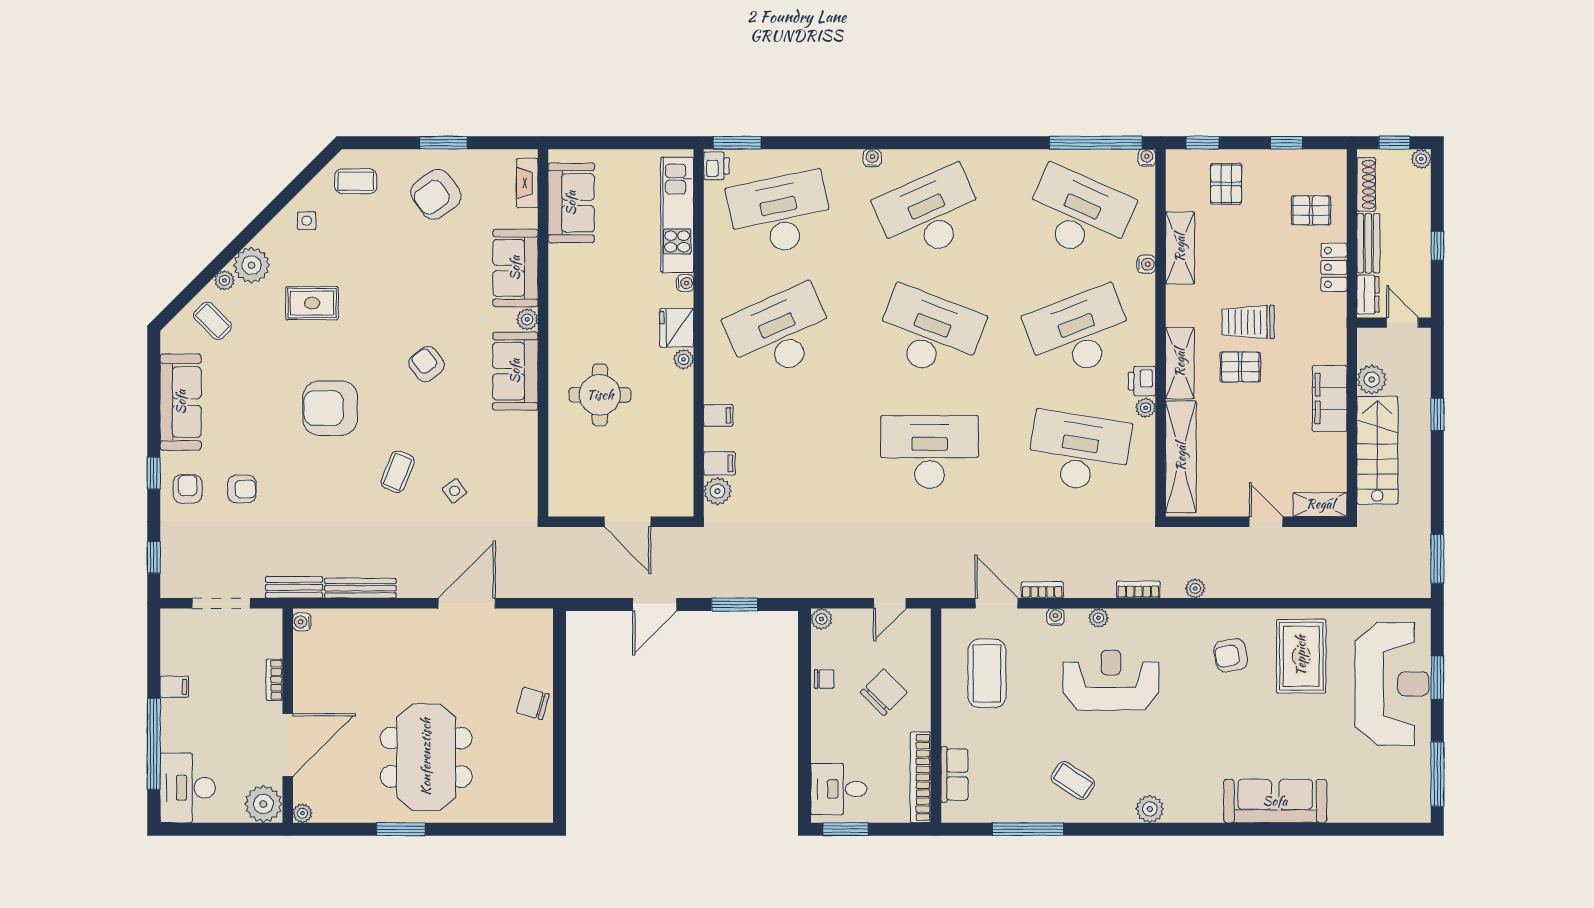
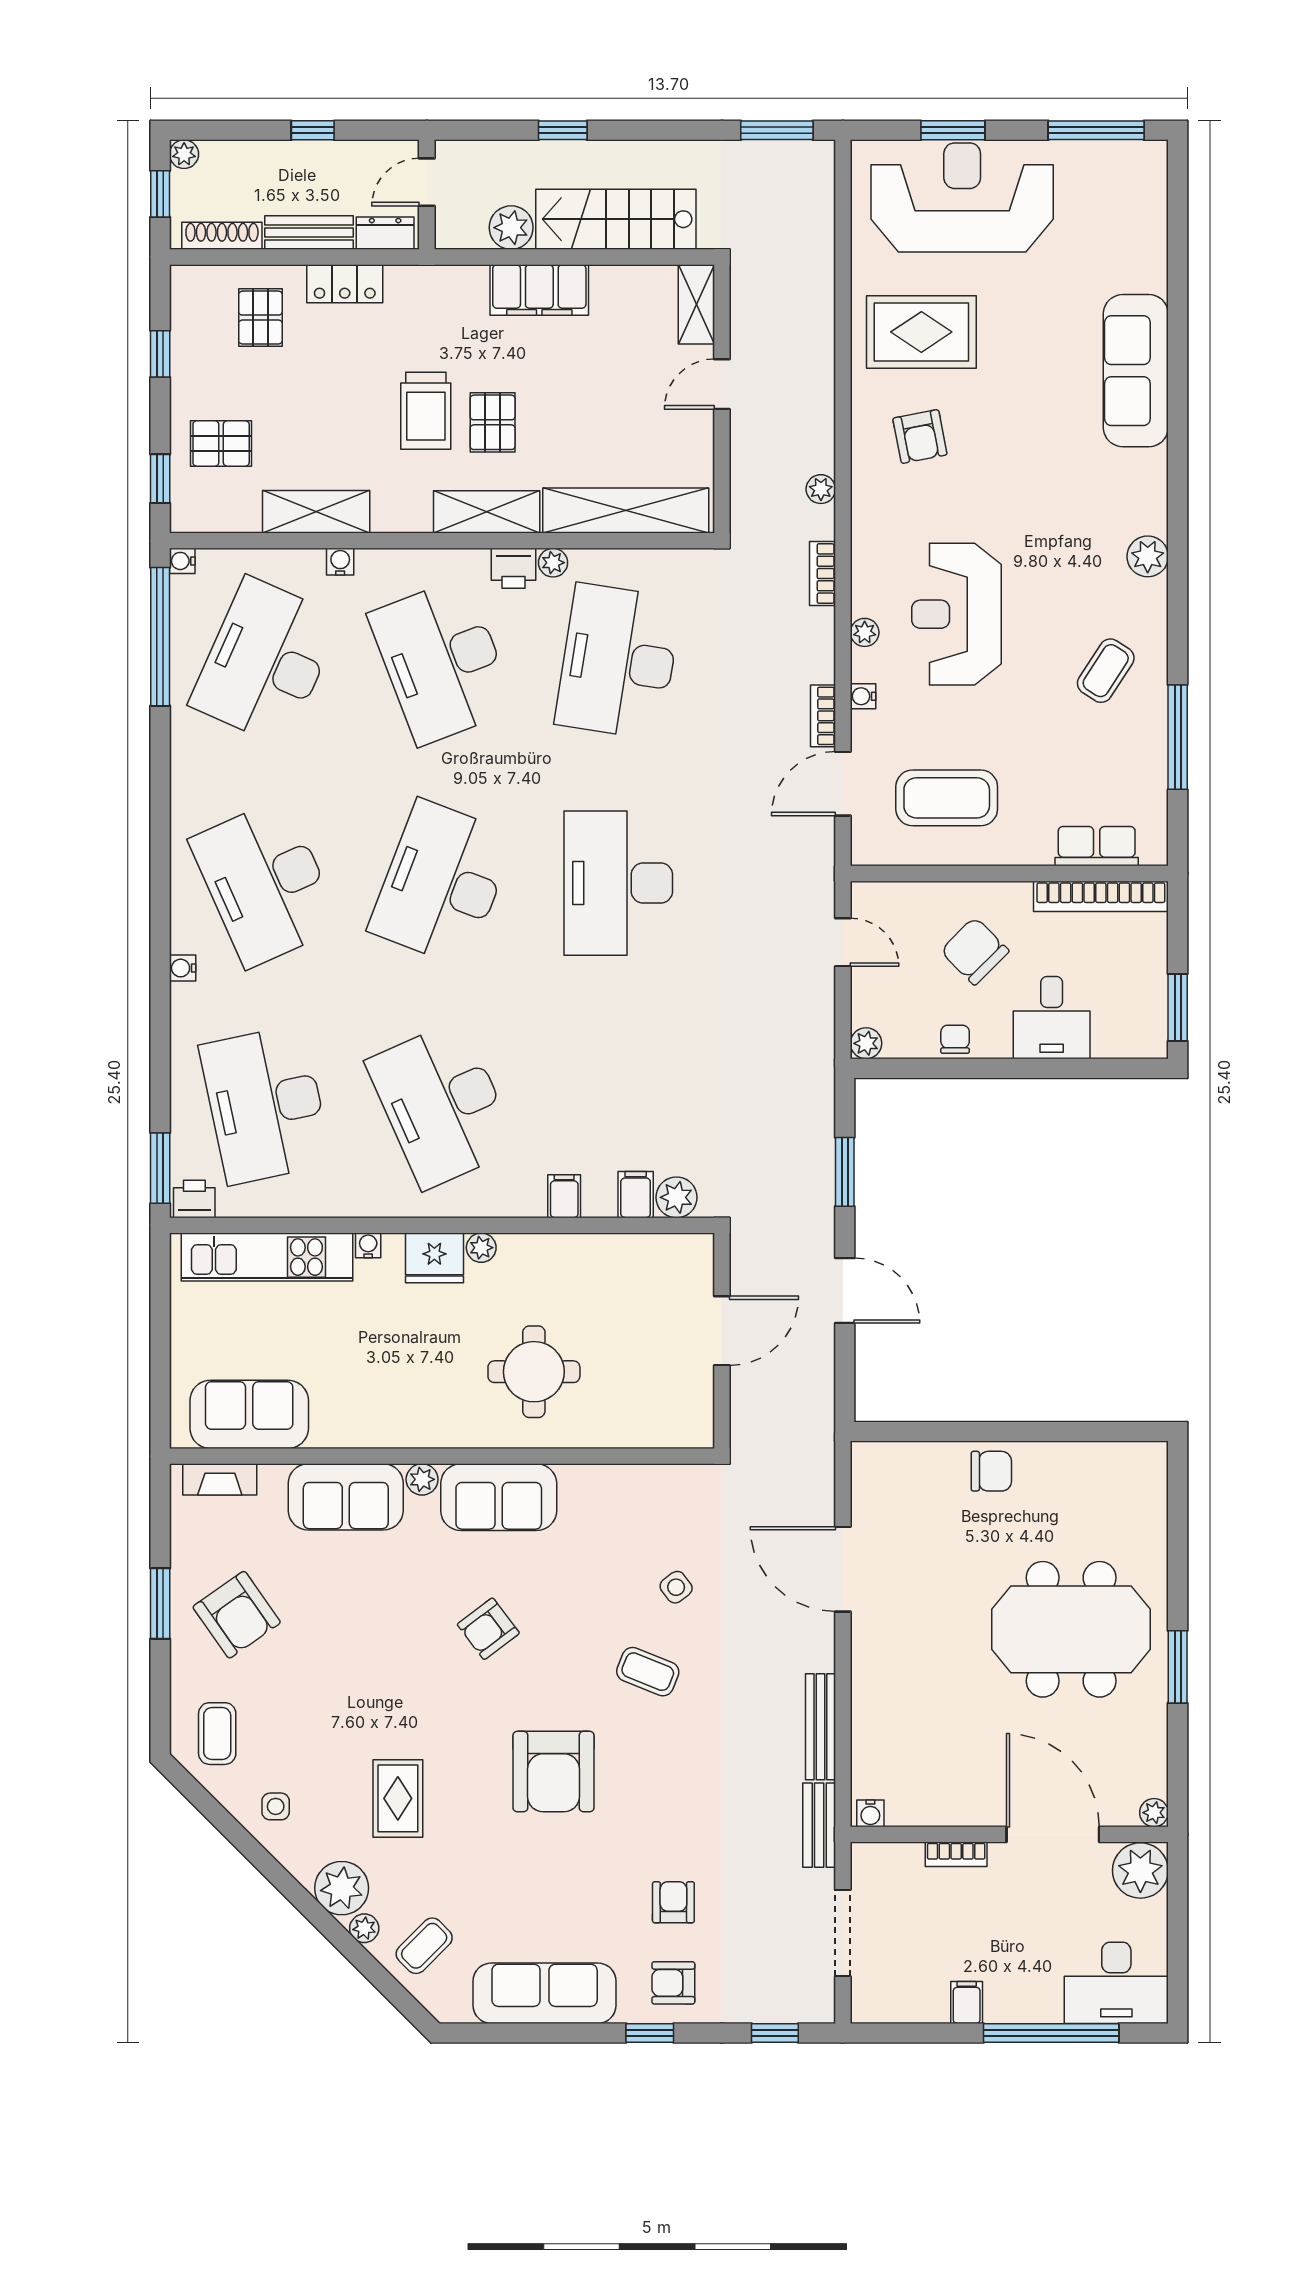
chair: (533, 703) -> (991, 1471), turned -106
desk: (839, 789) -> (1052, 1018), moved

